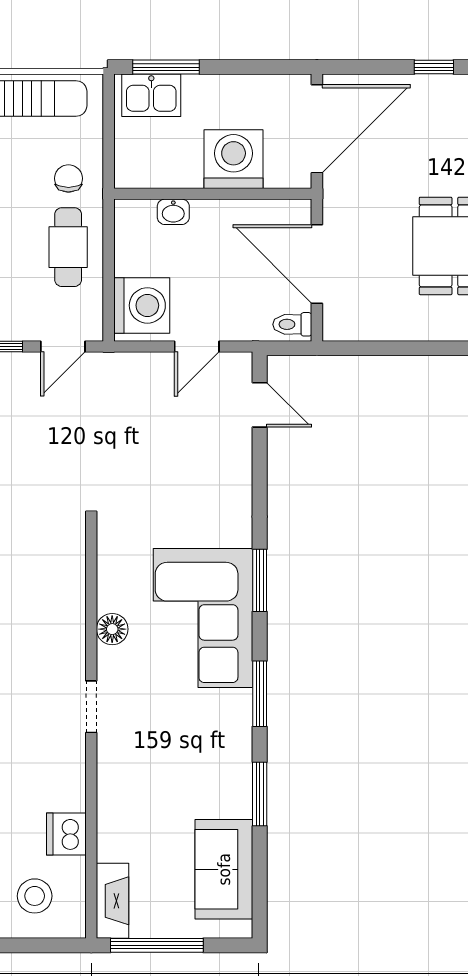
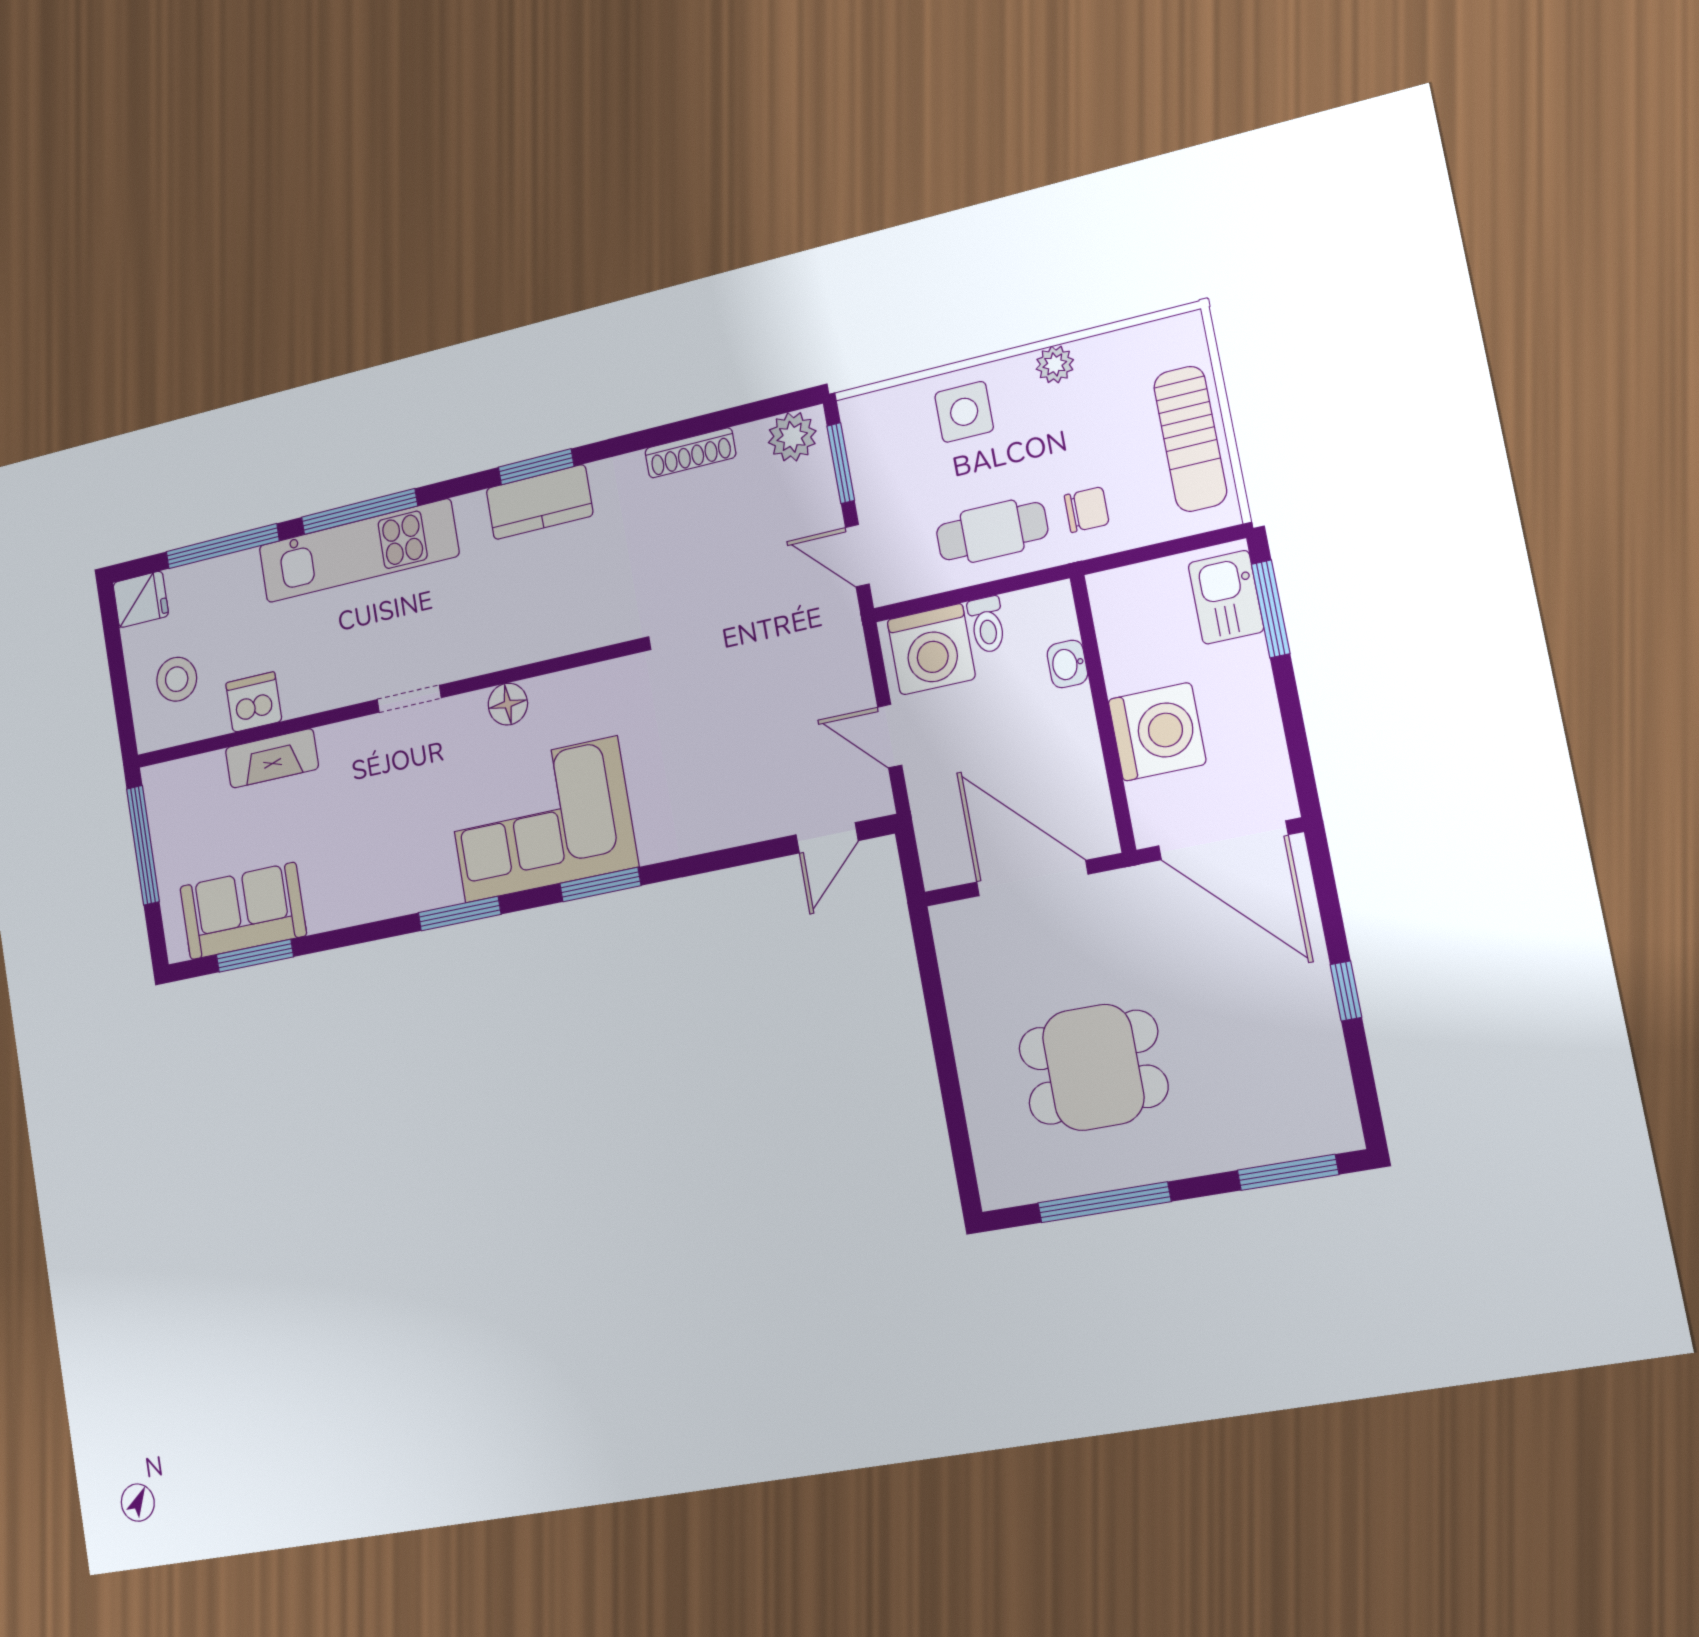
door: (317, 264) -> (1032, 878), hinge flipped
toilet: (292, 324) -> (987, 625), moved, turned 180
window: (260, 794) -> (255, 956), moved
fireplace: (113, 901) -> (272, 758), moved

